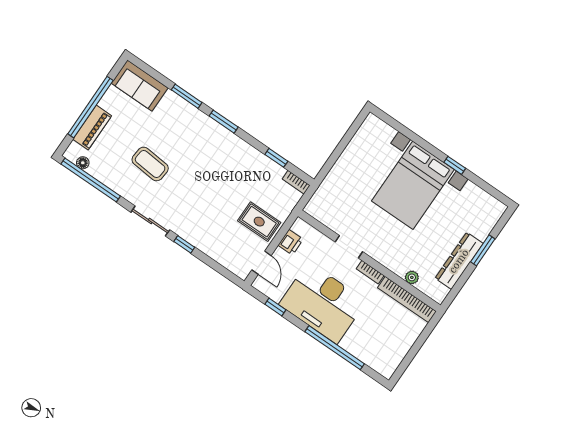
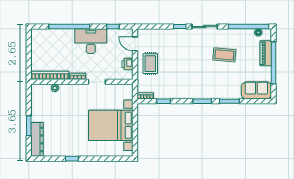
bed with nightstands: (413, 185) -> (111, 125), moved, turned -90
rug: (259, 222) -> (150, 64), turned 90
dresser: (459, 261) -> (37, 139), moved
desk: (323, 303) -> (91, 41), width x0.73, depth x0.77

